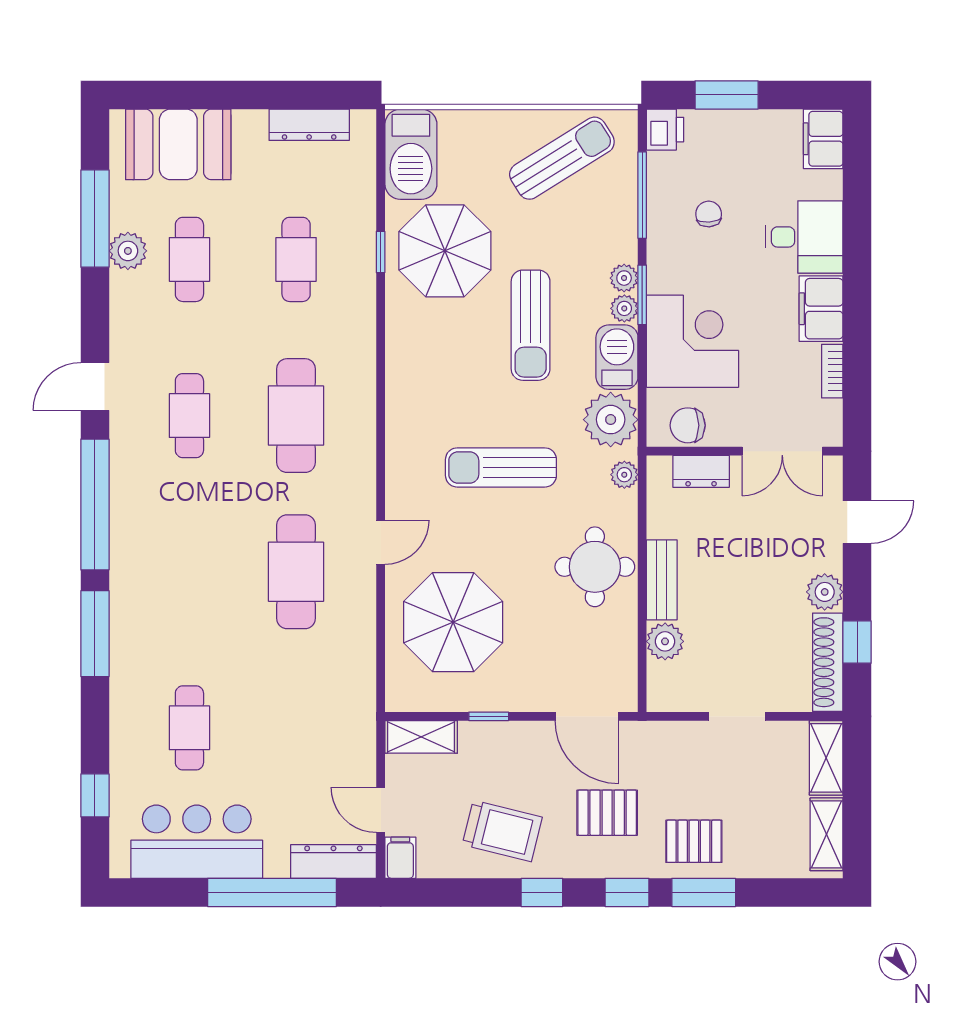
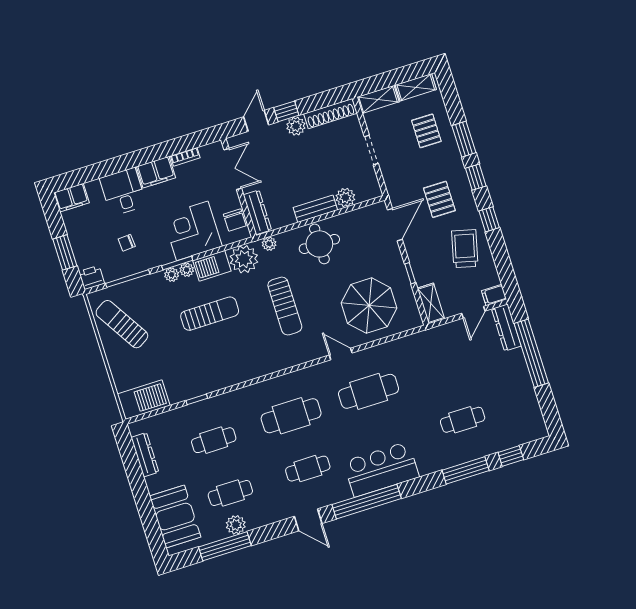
parasol: (445, 251) -> (186, 368), removed
dresser: (701, 471) -> (257, 212), width x1.44
door: (857, 522) -> (256, 121), hinge flipped
window: (95, 634) -> (466, 470), moved
window: (857, 642) -> (286, 111), moved
pallet: (694, 841) -> (426, 131), moved
bar counter: (197, 842) -> (381, 469), moved, turned 90

